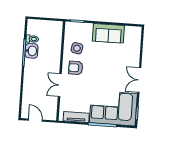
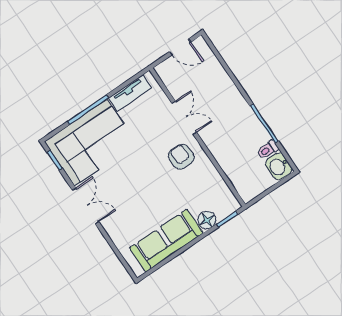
floor lamp: (87, 28) -> (207, 220), added
sofa: (108, 33) -> (166, 240), width x1.36
side table: (77, 48) -> (200, 184), removed
washbasin: (31, 51) -> (279, 166), moved
armchair: (76, 68) -> (181, 157), turned -90

